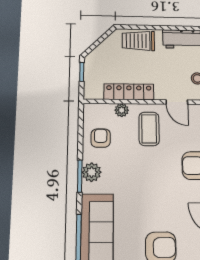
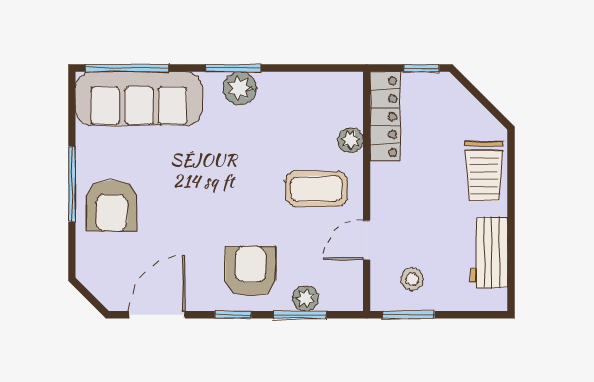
trolley: (138, 41) -> (484, 171), turned 180
locker: (129, 92) -> (385, 117), moved
armchair: (101, 138) -> (300, 103), removed

